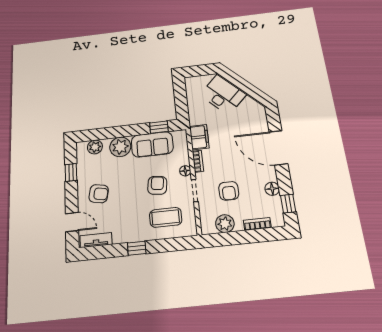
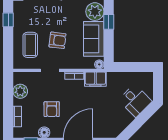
desk: (223, 95) -> (135, 101), width x0.73
window: (159, 127) -> (109, 22), moved
floor lamp: (185, 171) -> (99, 64), moved
armchair: (229, 191) -> (52, 109), moved, turned -90

